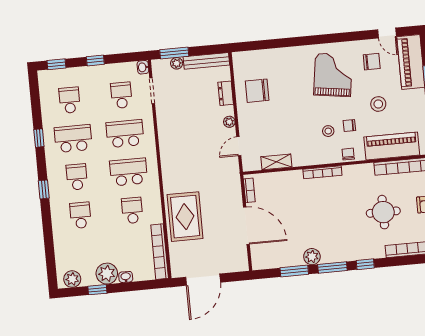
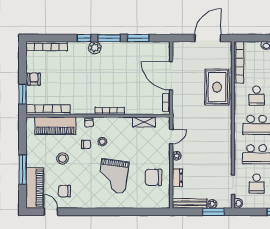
grand piano: (333, 75) -> (113, 176), moved
chair: (257, 91) -> (153, 177), turned 180
round table: (383, 212) -> (66, 76), removed
plant: (312, 257) -> (95, 48), moved

